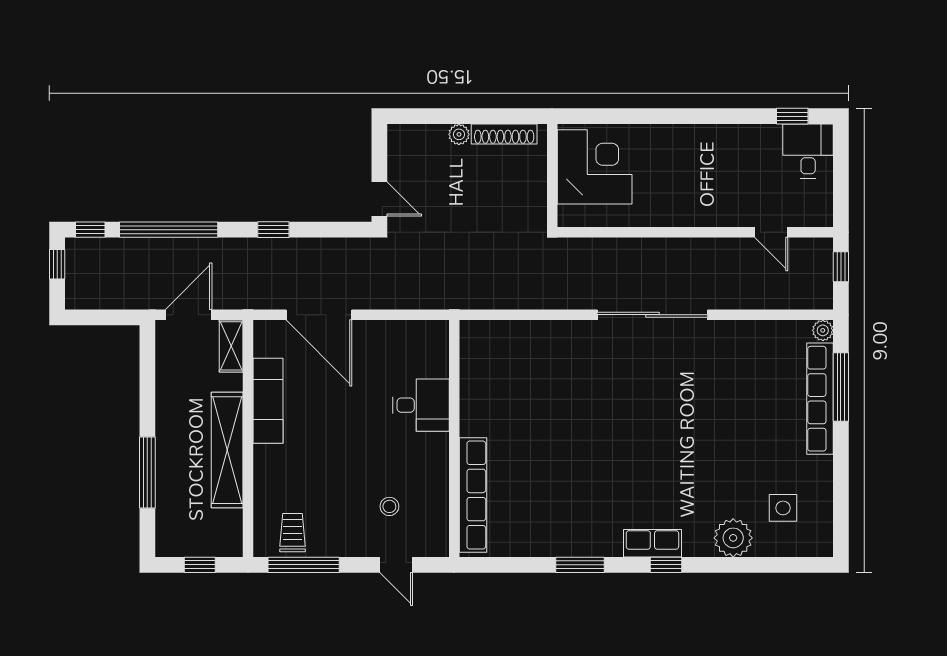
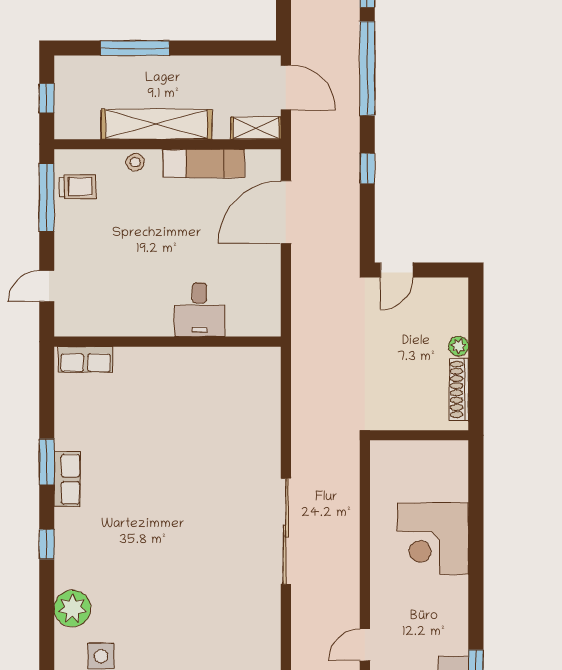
corner desk: (595, 167) -> (433, 539), moved, turned 90
row of seats: (473, 495) -> (86, 360), width x0.50
stool: (389, 506) -> (135, 162), moved
row of seats: (652, 543) -> (67, 479), moved

